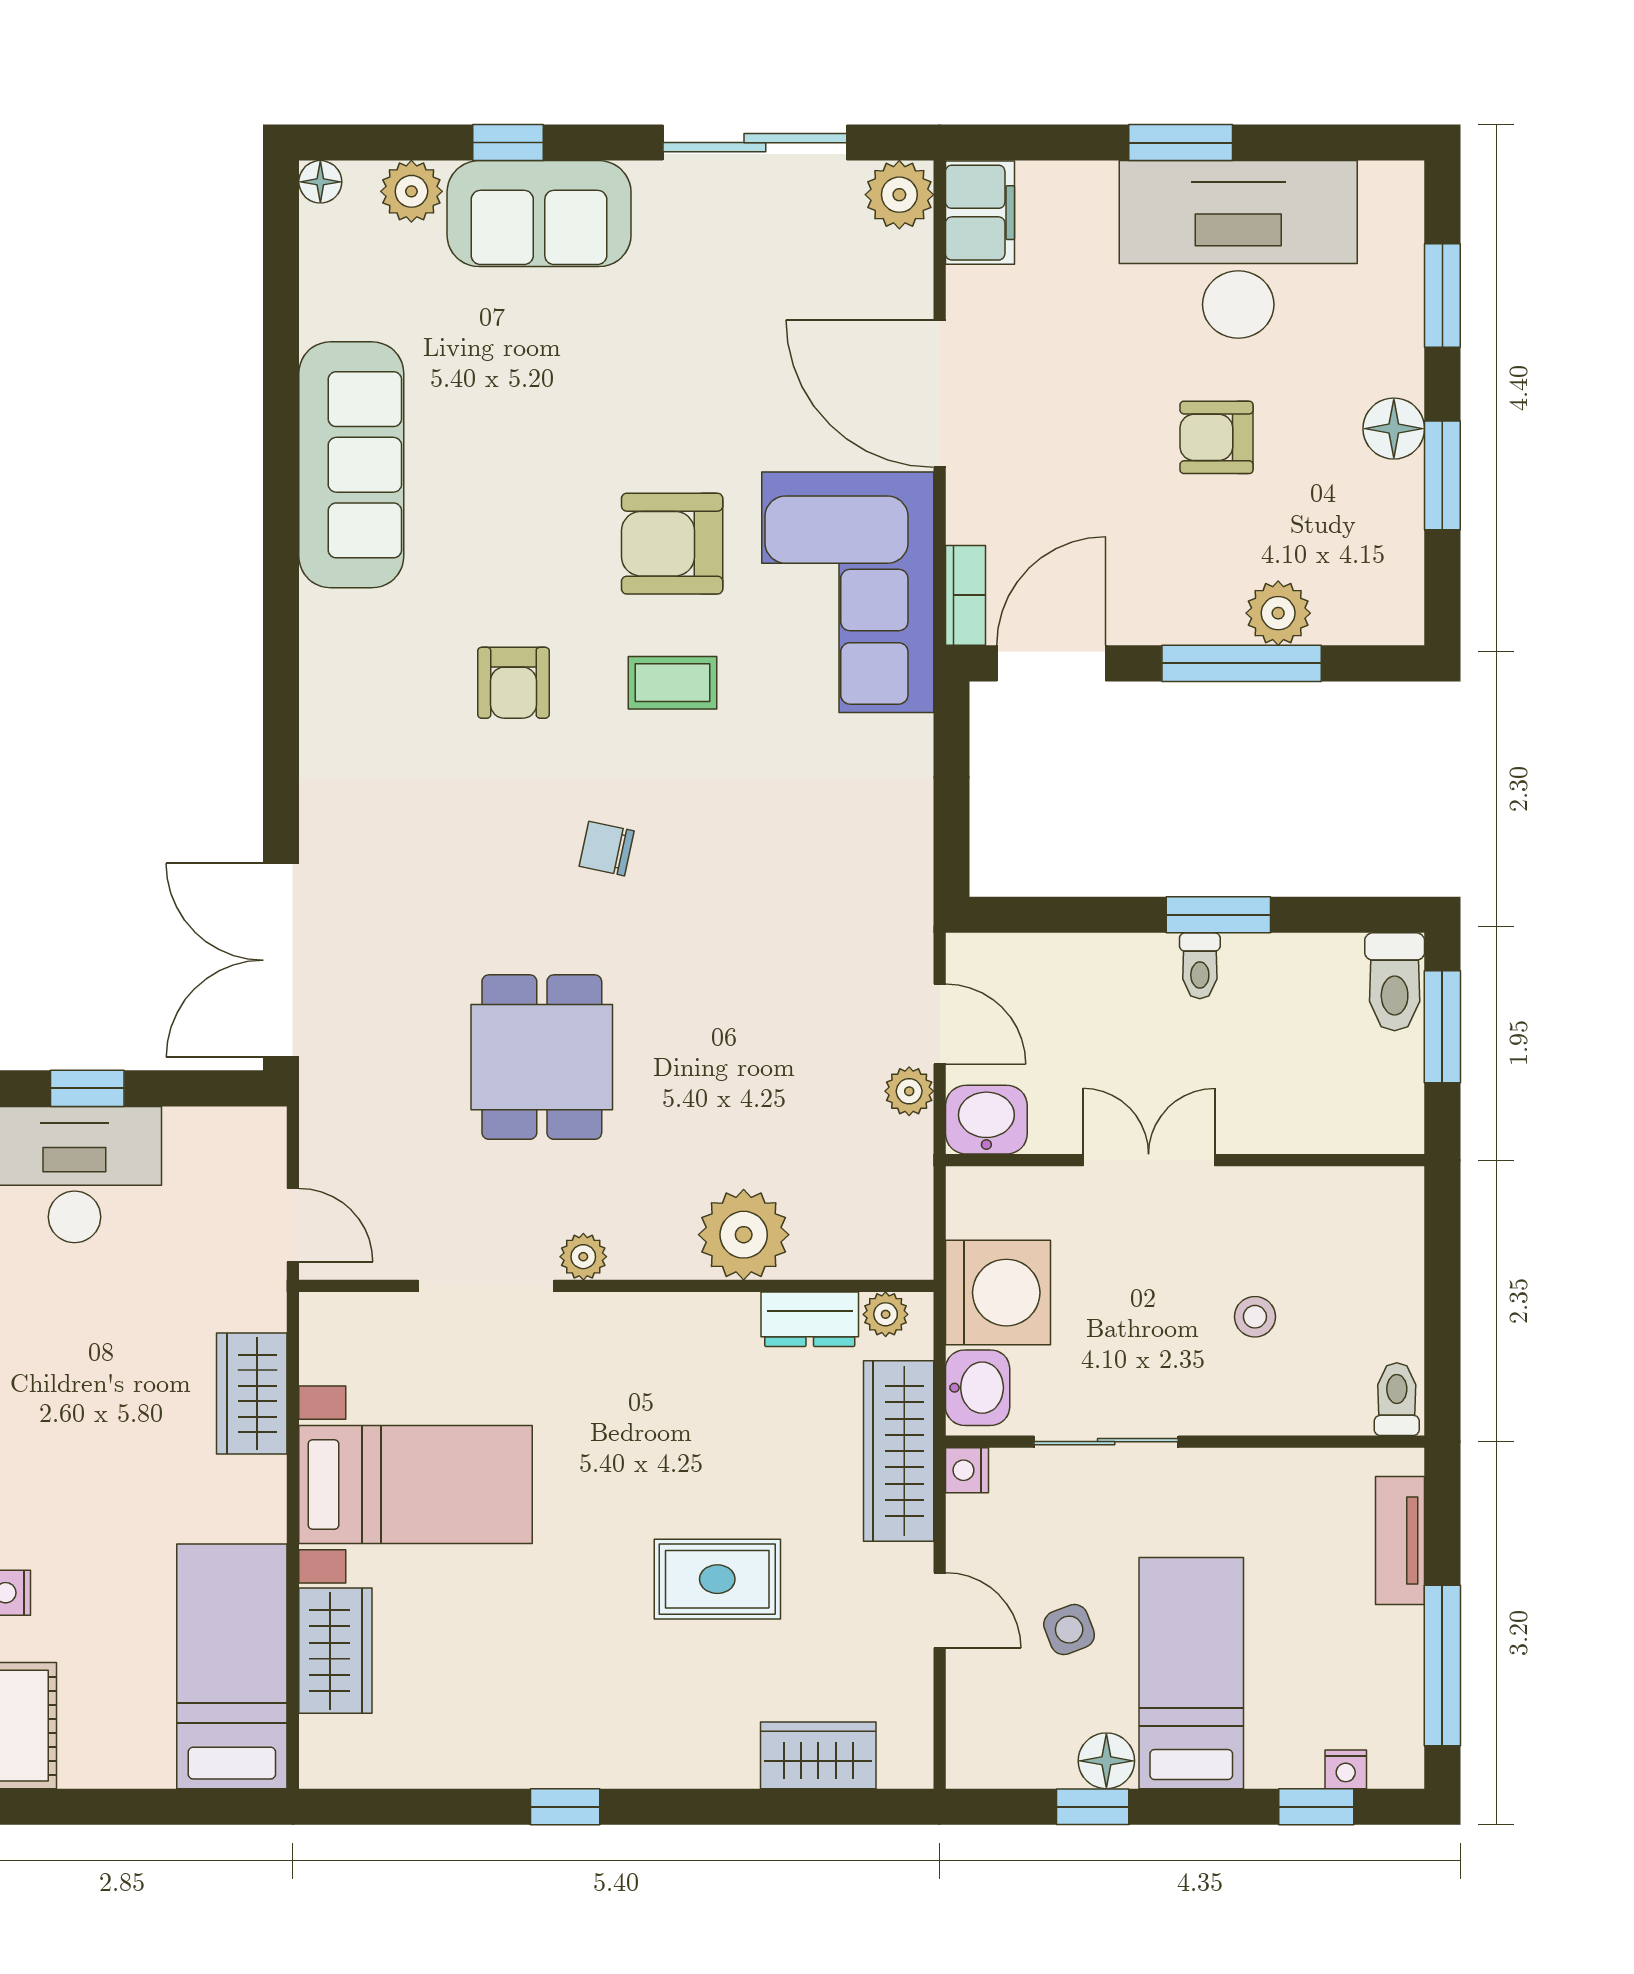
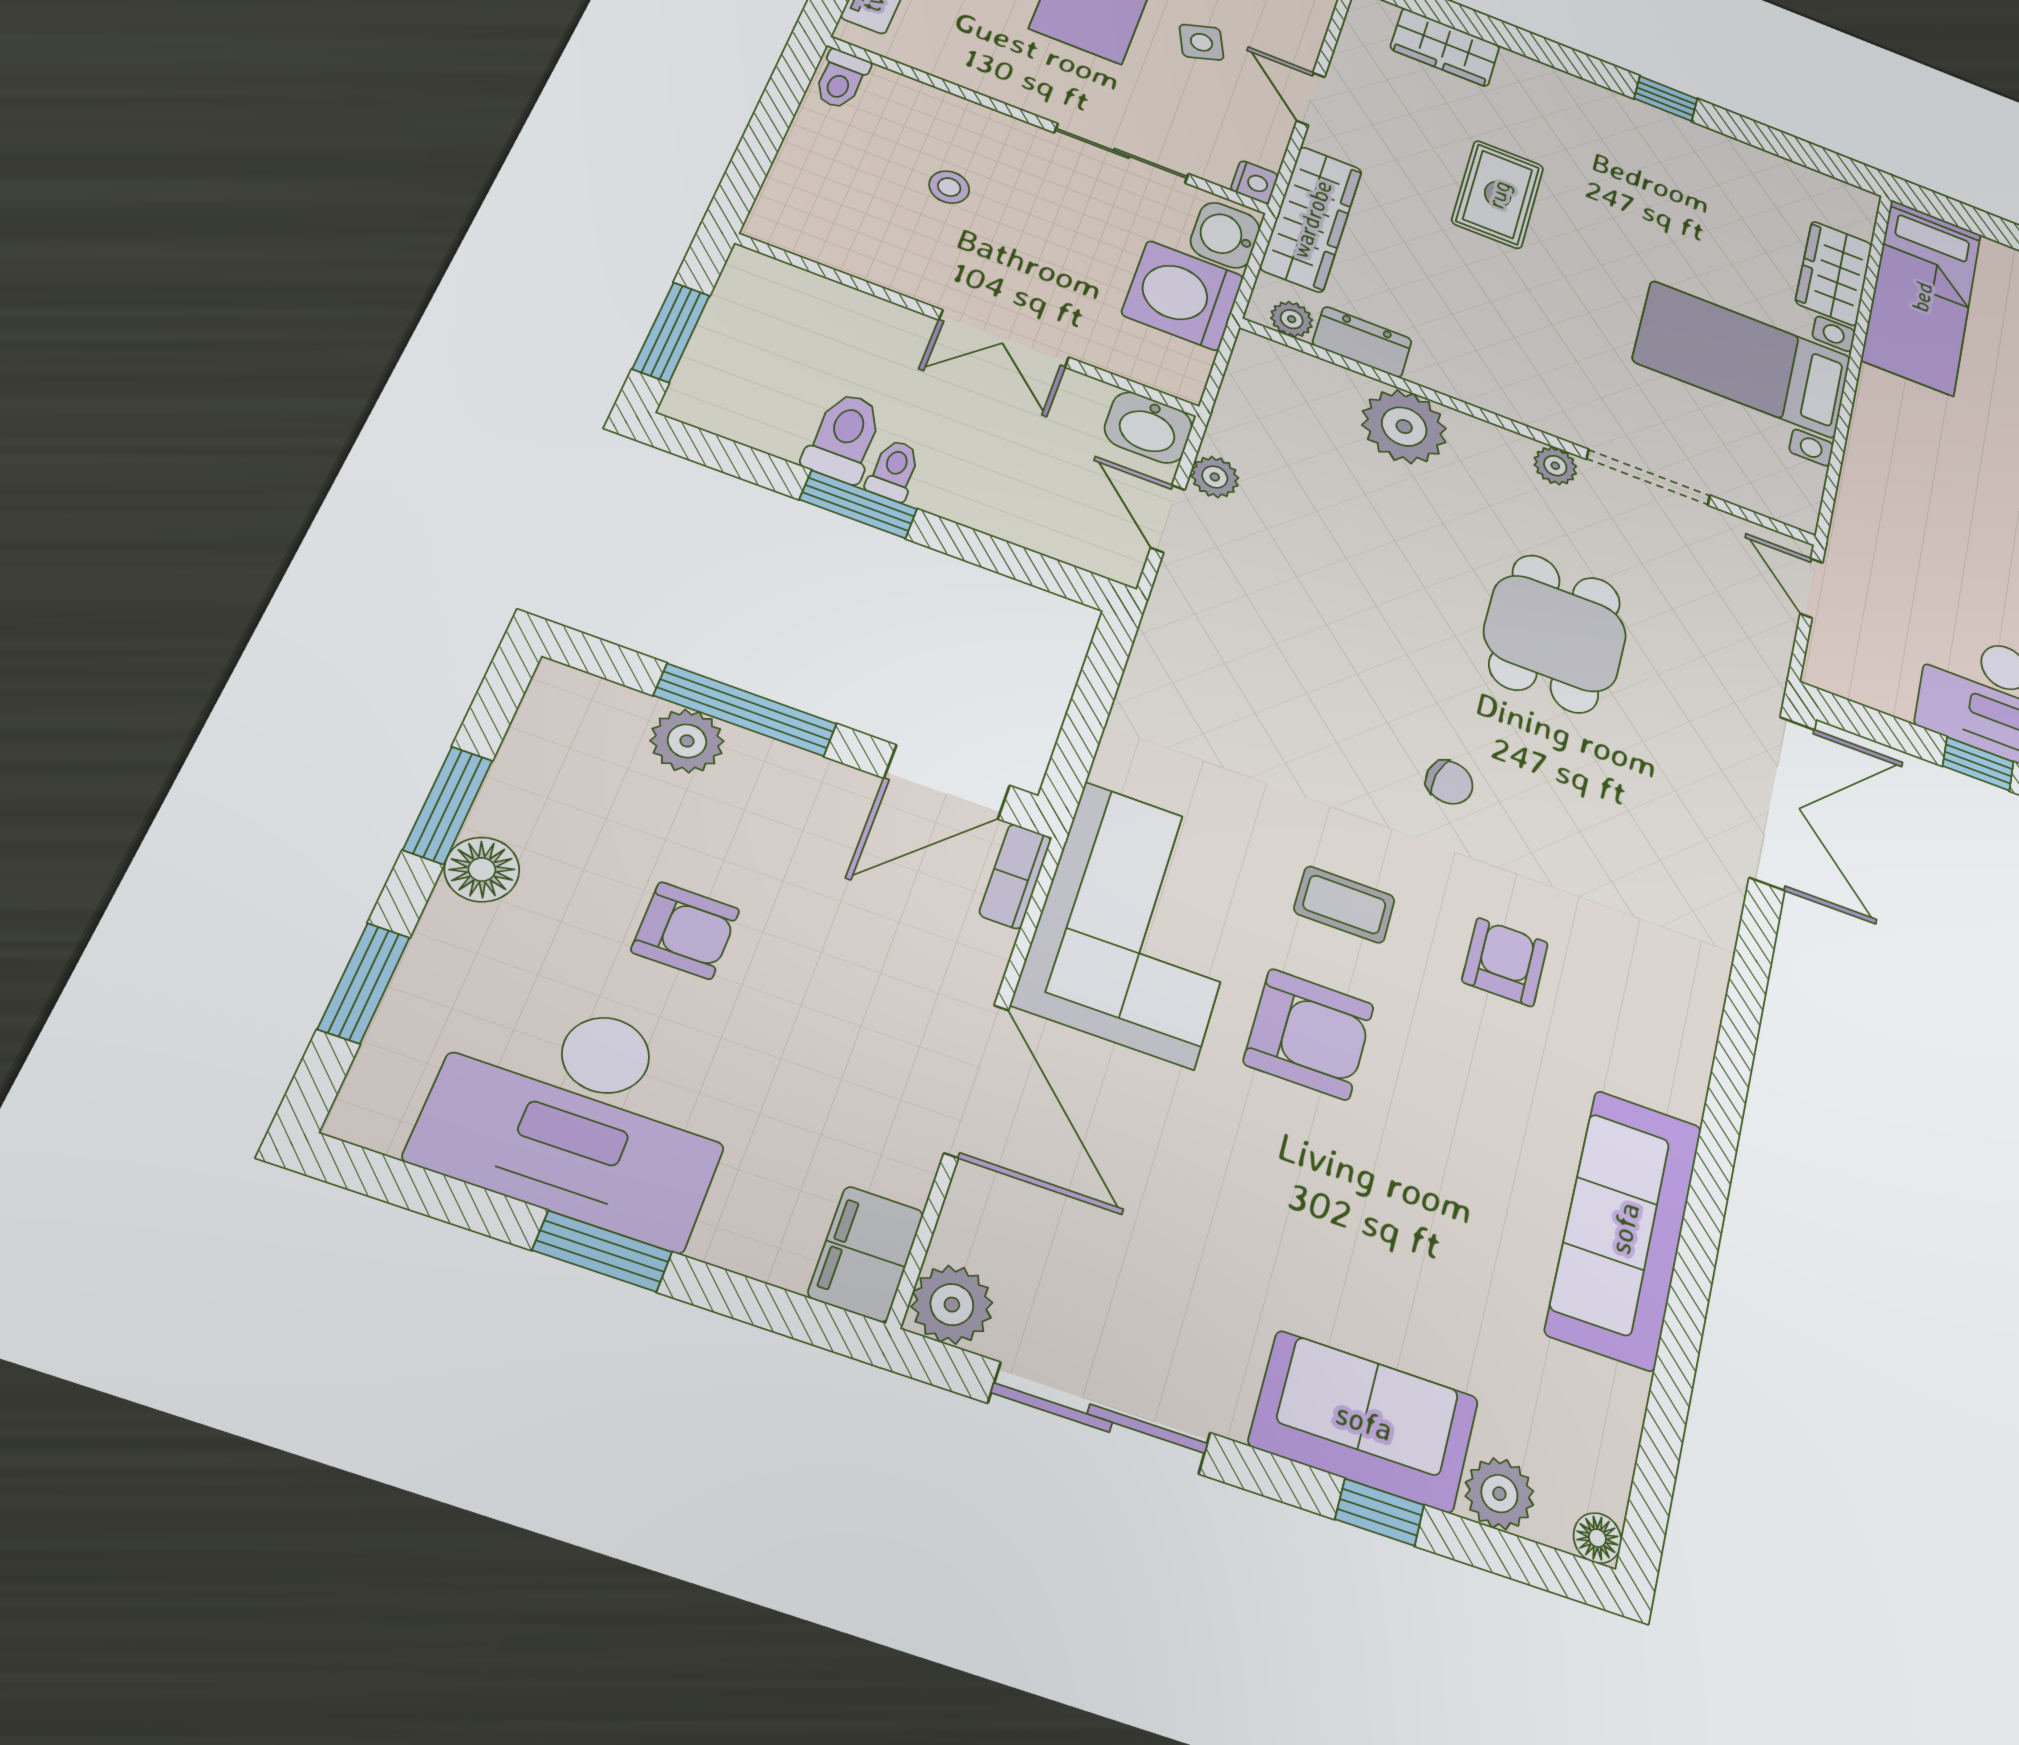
toilet: (1395, 982) -> (844, 437), moved
wardrobe: (252, 1394) -> (1871, 478), removed
rug: (717, 1579) -> (1498, 194), turned 90

